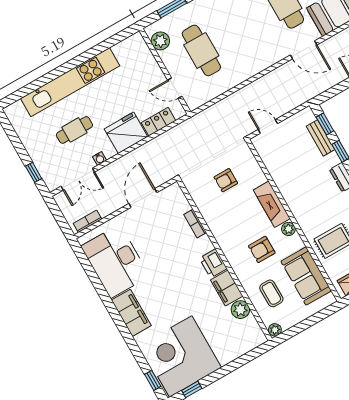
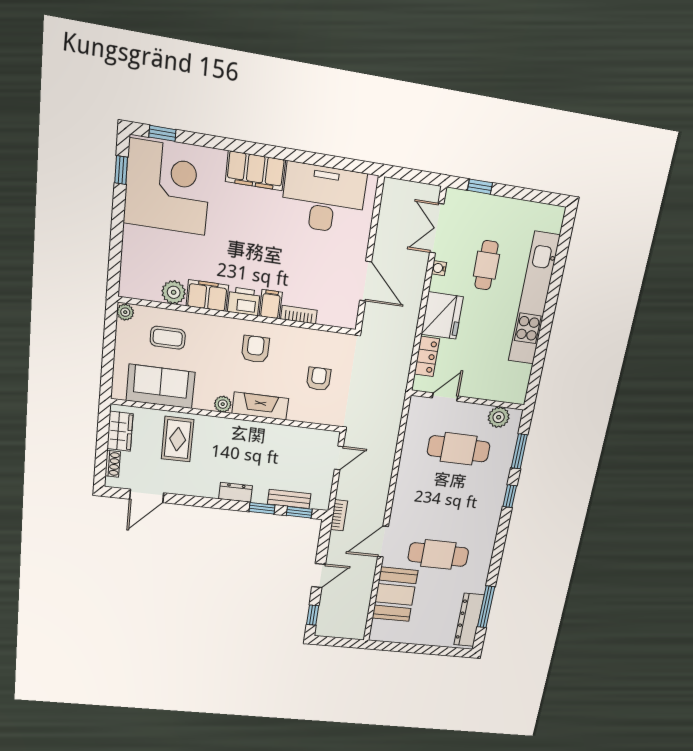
bookcase: (87, 221) -> (339, 515), moved
filing cabinet: (202, 246) -> (271, 304), added
armchair: (262, 249) -> (255, 349), moved

